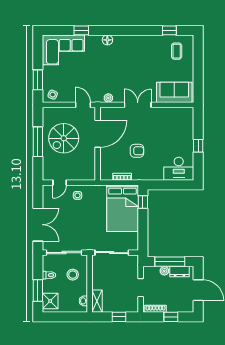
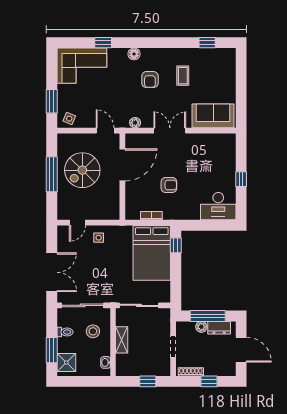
coffee table: (177, 51) -> (183, 76), moved
armchair: (121, 62) -> (150, 80), added
shelving: (97, 301) -> (122, 340), moved

